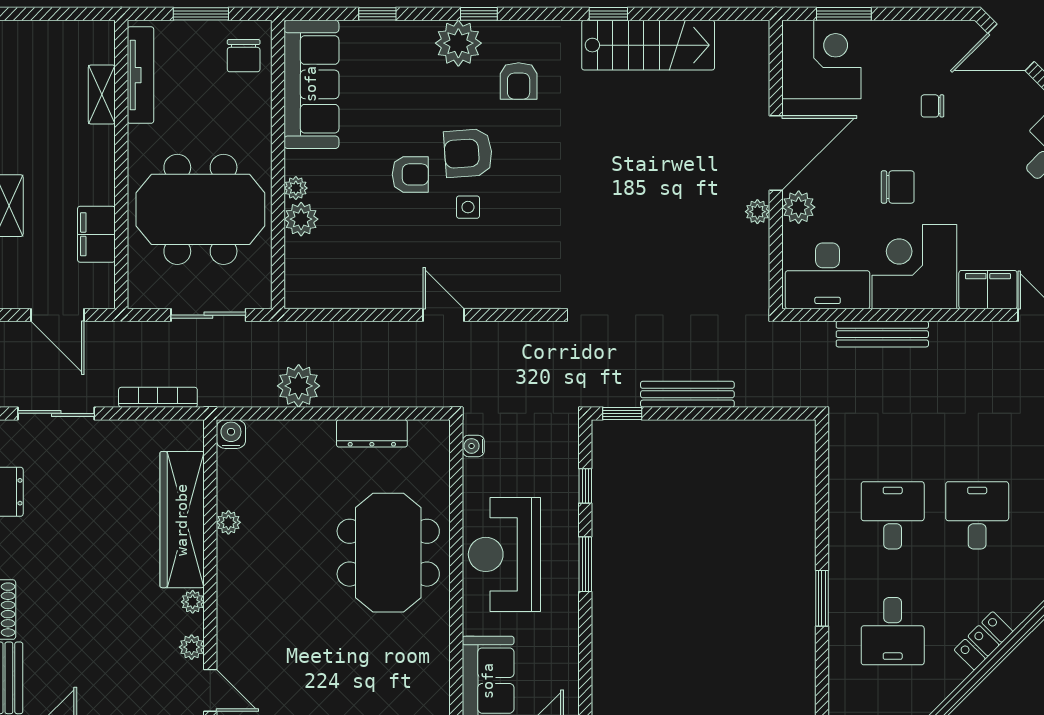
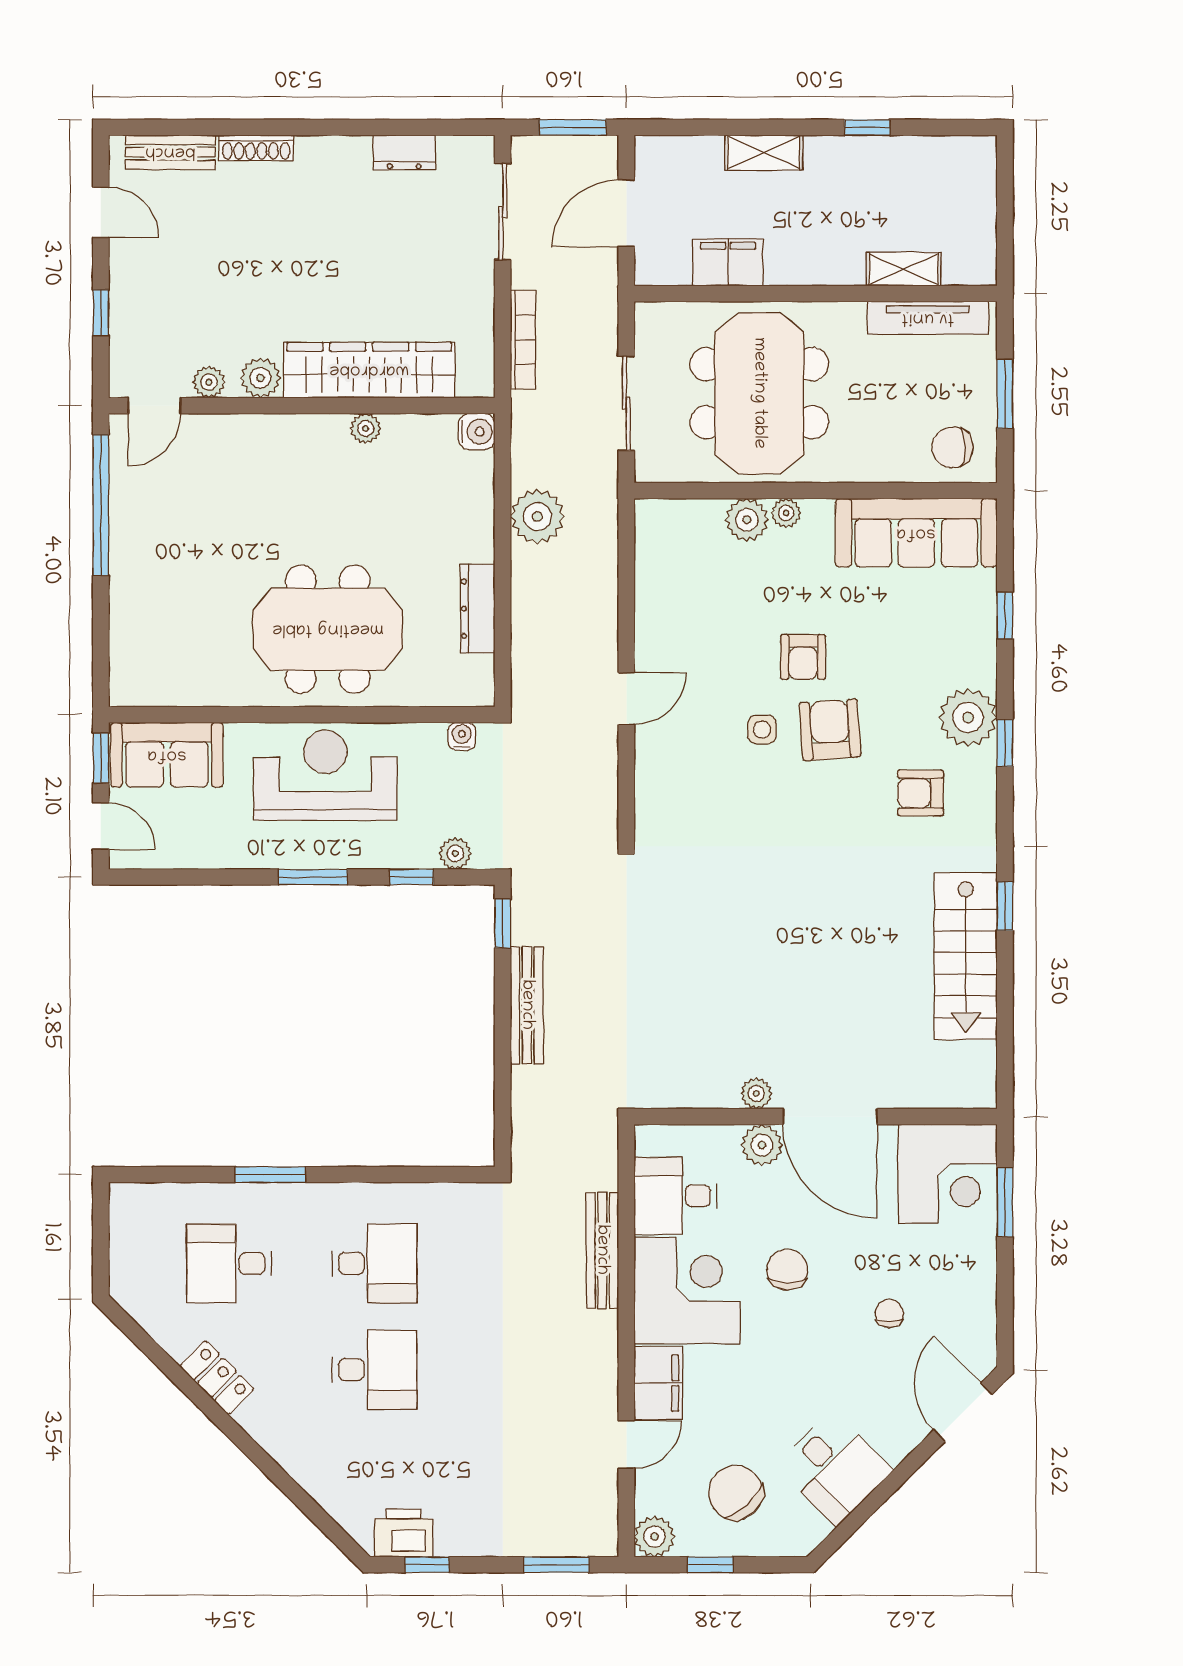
chair: (898, 187) -> (787, 1270), turned 180
desk: (828, 276) -> (676, 1196), width x0.73
plant: (567, 451) -> (455, 853), added
plant: (193, 602) -> (260, 378), width x1.38, depth x1.38

